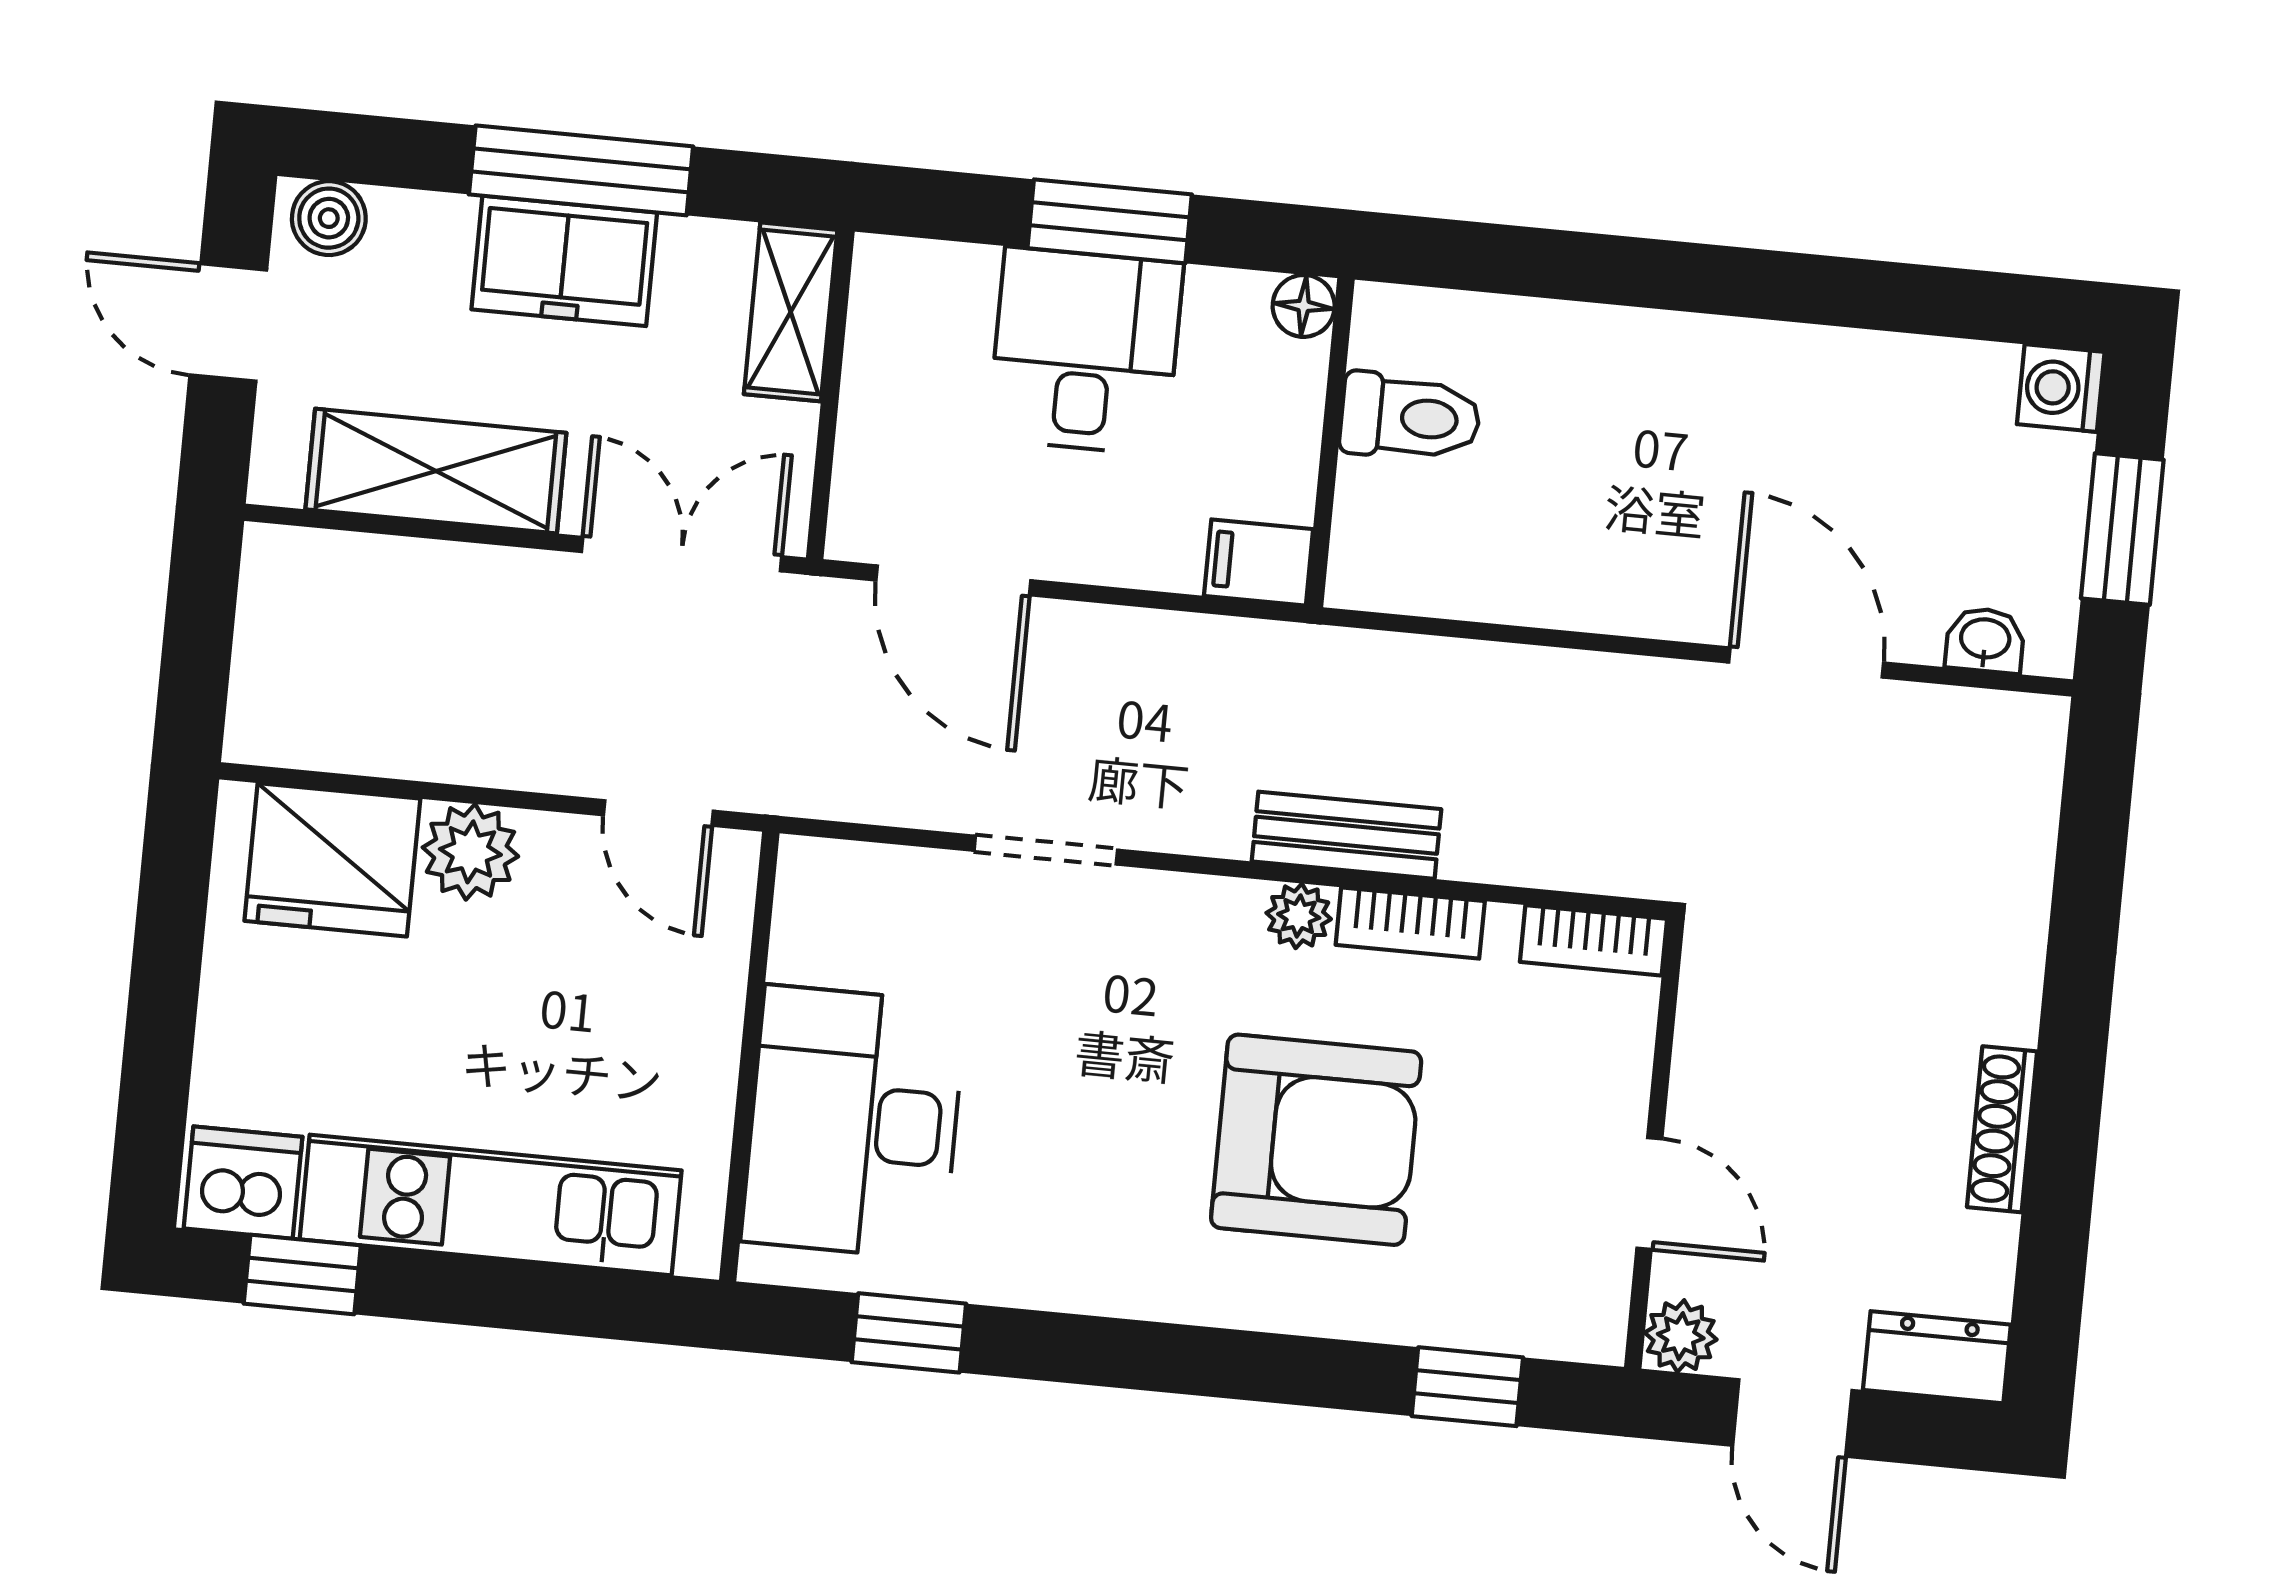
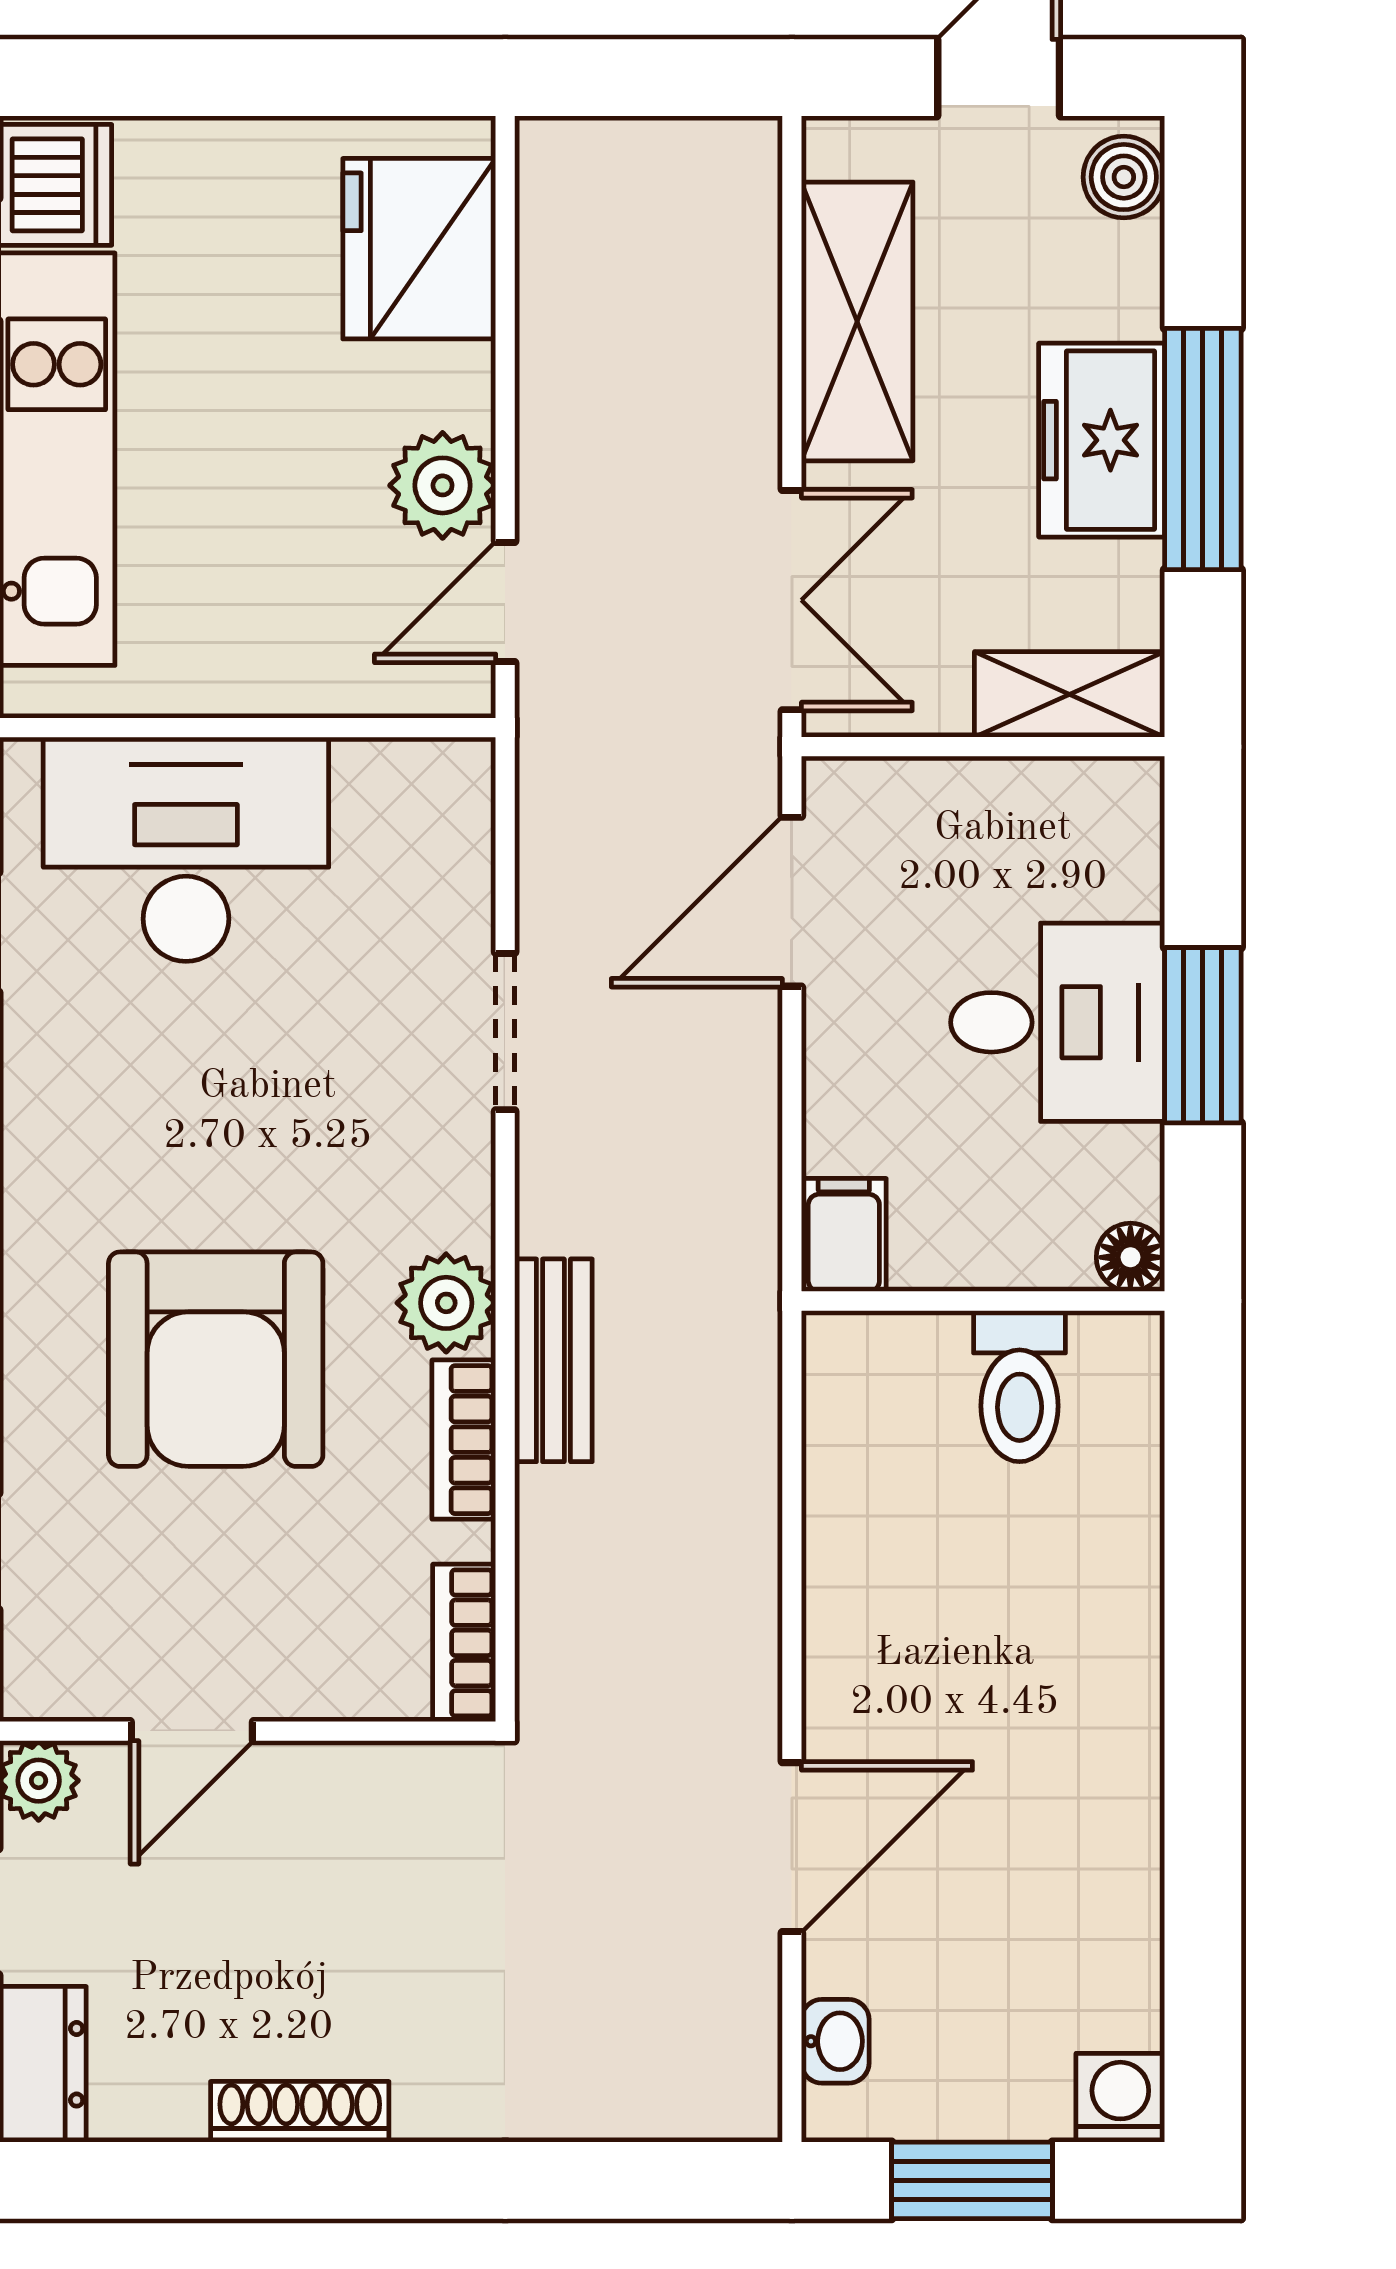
plant: (470, 852) -> (443, 485), moved
plant: (1299, 916) -> (446, 1303), width x1.38, depth x1.38

